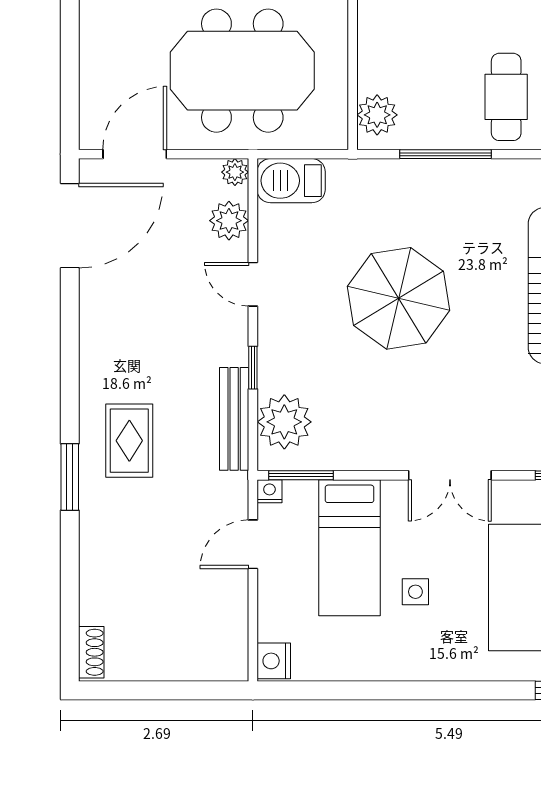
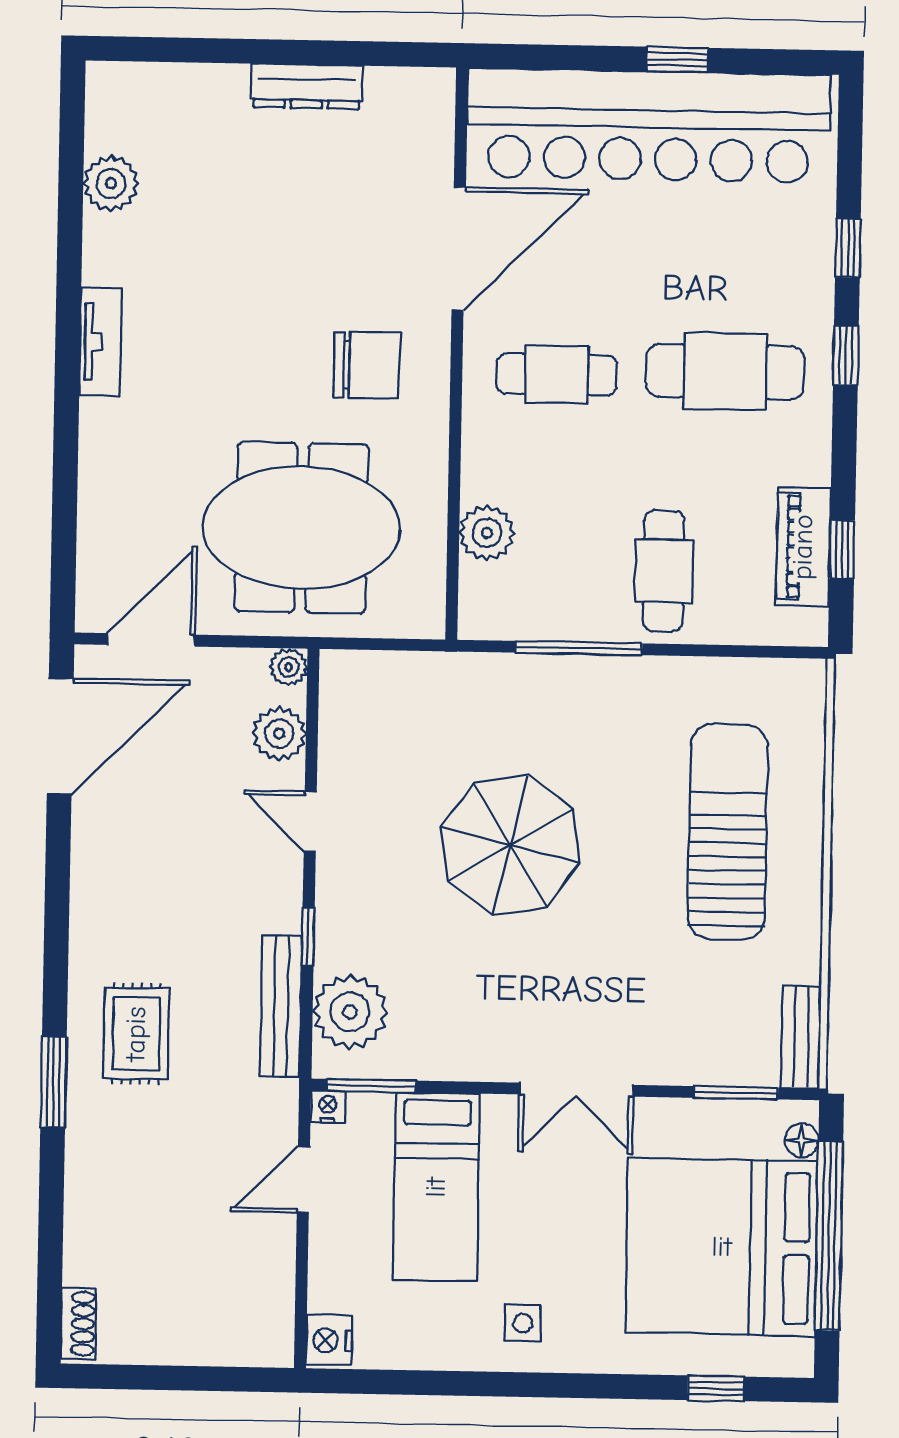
plant: (377, 115) -> (487, 533), moved
barbecue: (291, 181) -> (366, 680), removed
side table: (415, 592) -> (523, 1323), moved

